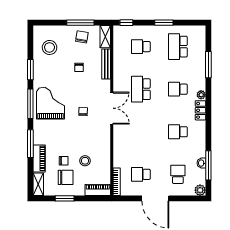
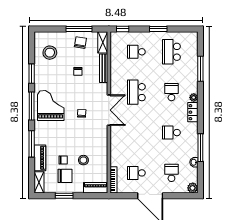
school desk: (178, 89) -> (171, 92), turned 90
window: (208, 165) -> (200, 148), moved

